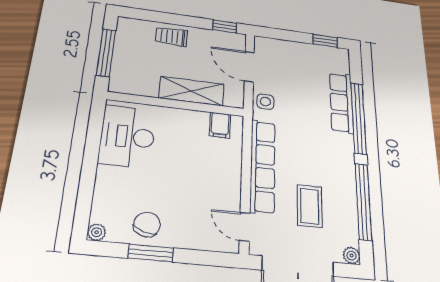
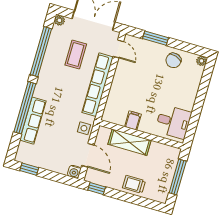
trolley: (171, 37) -> (134, 184), turned 180
water cooler: (263, 44) -> (74, 172), added
filing cabinet: (220, 125) -> (133, 121), moved
desk: (127, 136) -> (173, 122), width x0.73
window: (151, 253) -> (155, 38), moved

